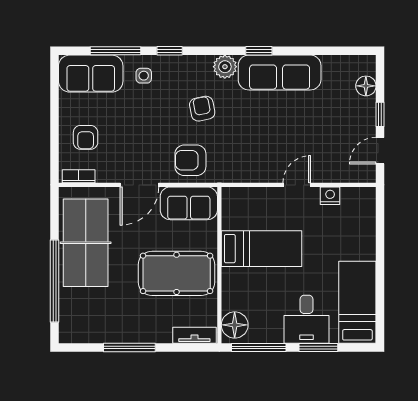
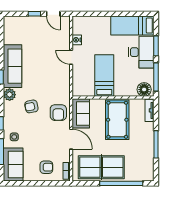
floor lamp: (366, 86) -> (20, 21), removed
desk: (306, 319) -> (141, 52), width x1.37

